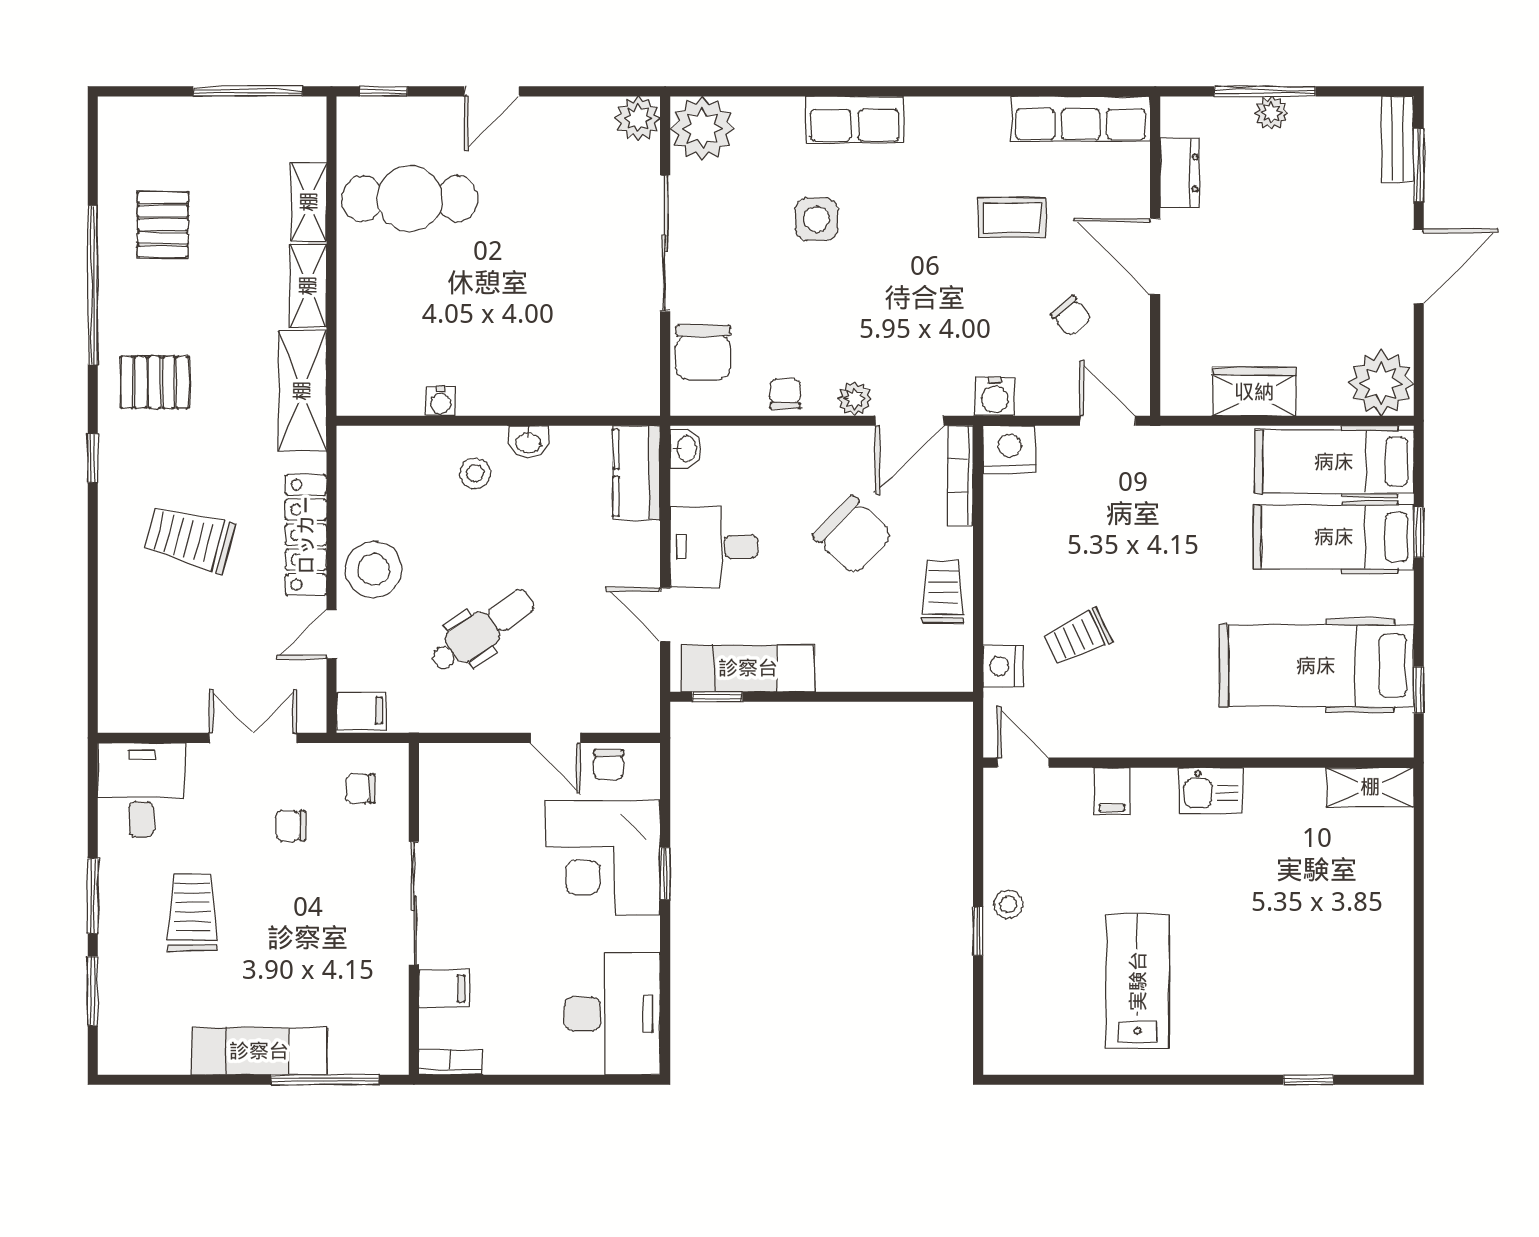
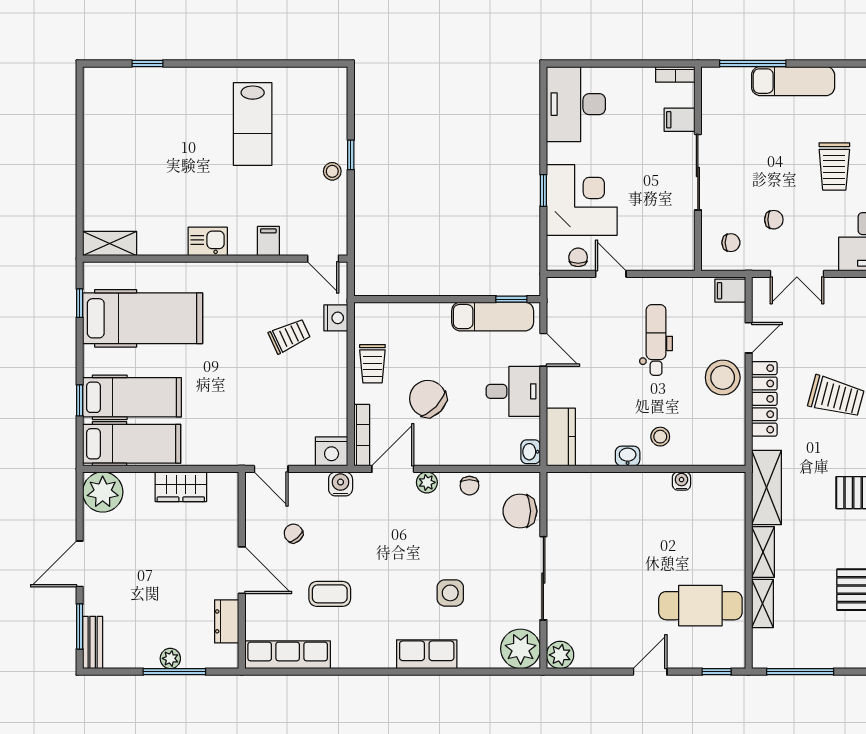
chair: (703, 352) -> (520, 511), turned -90
dental chair: (482, 630) -> (656, 340), turned 125

